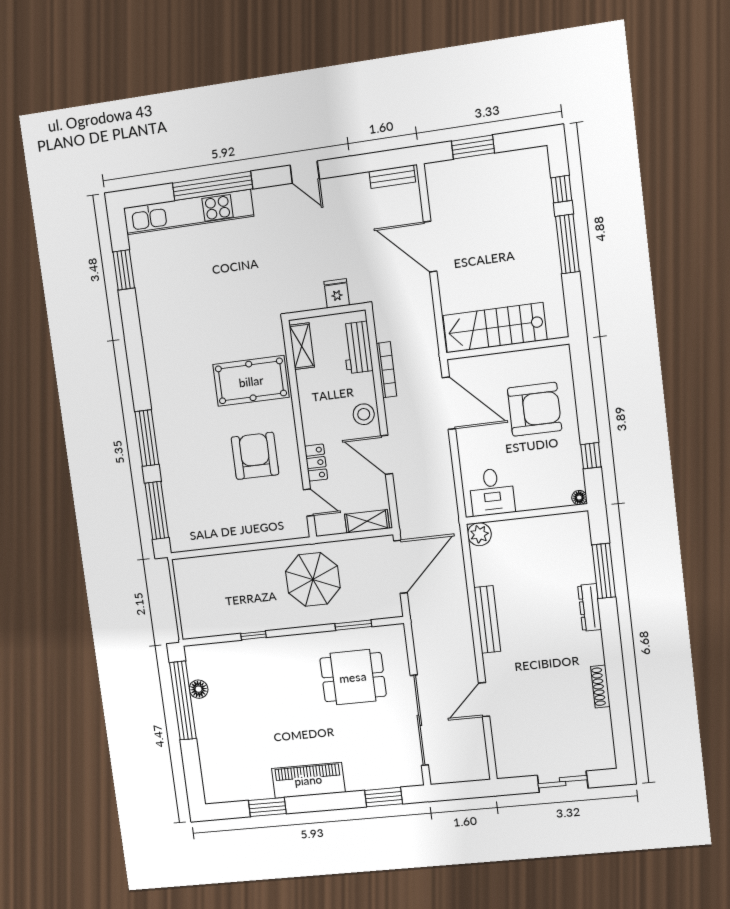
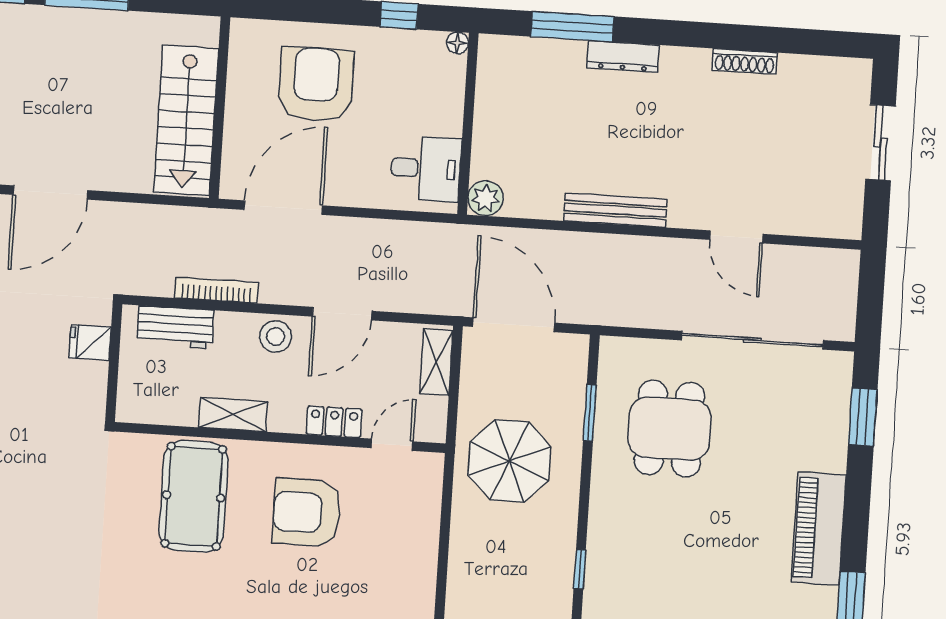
shelving: (302, 346) -> (233, 414), moved

